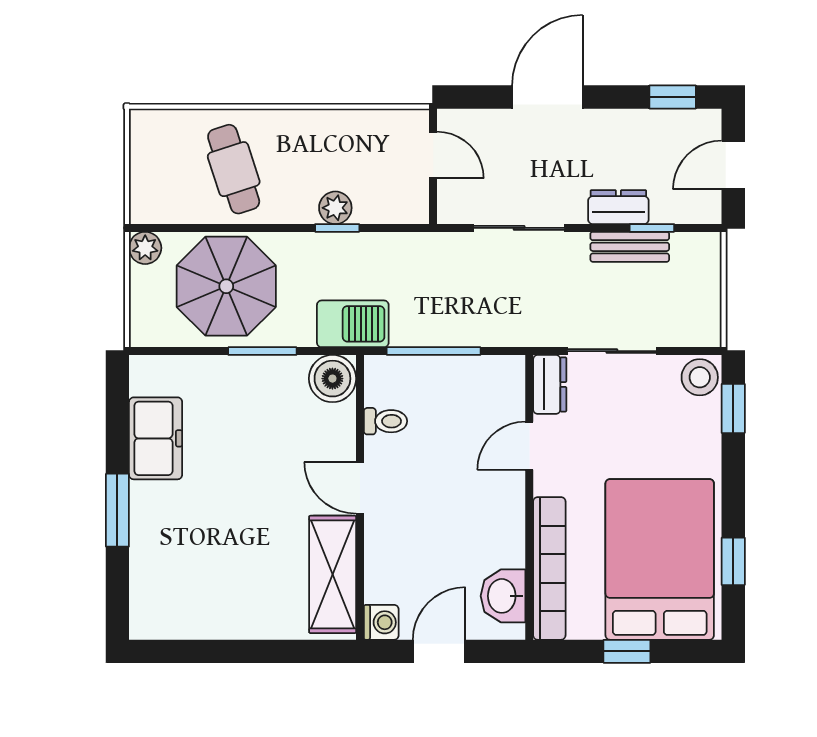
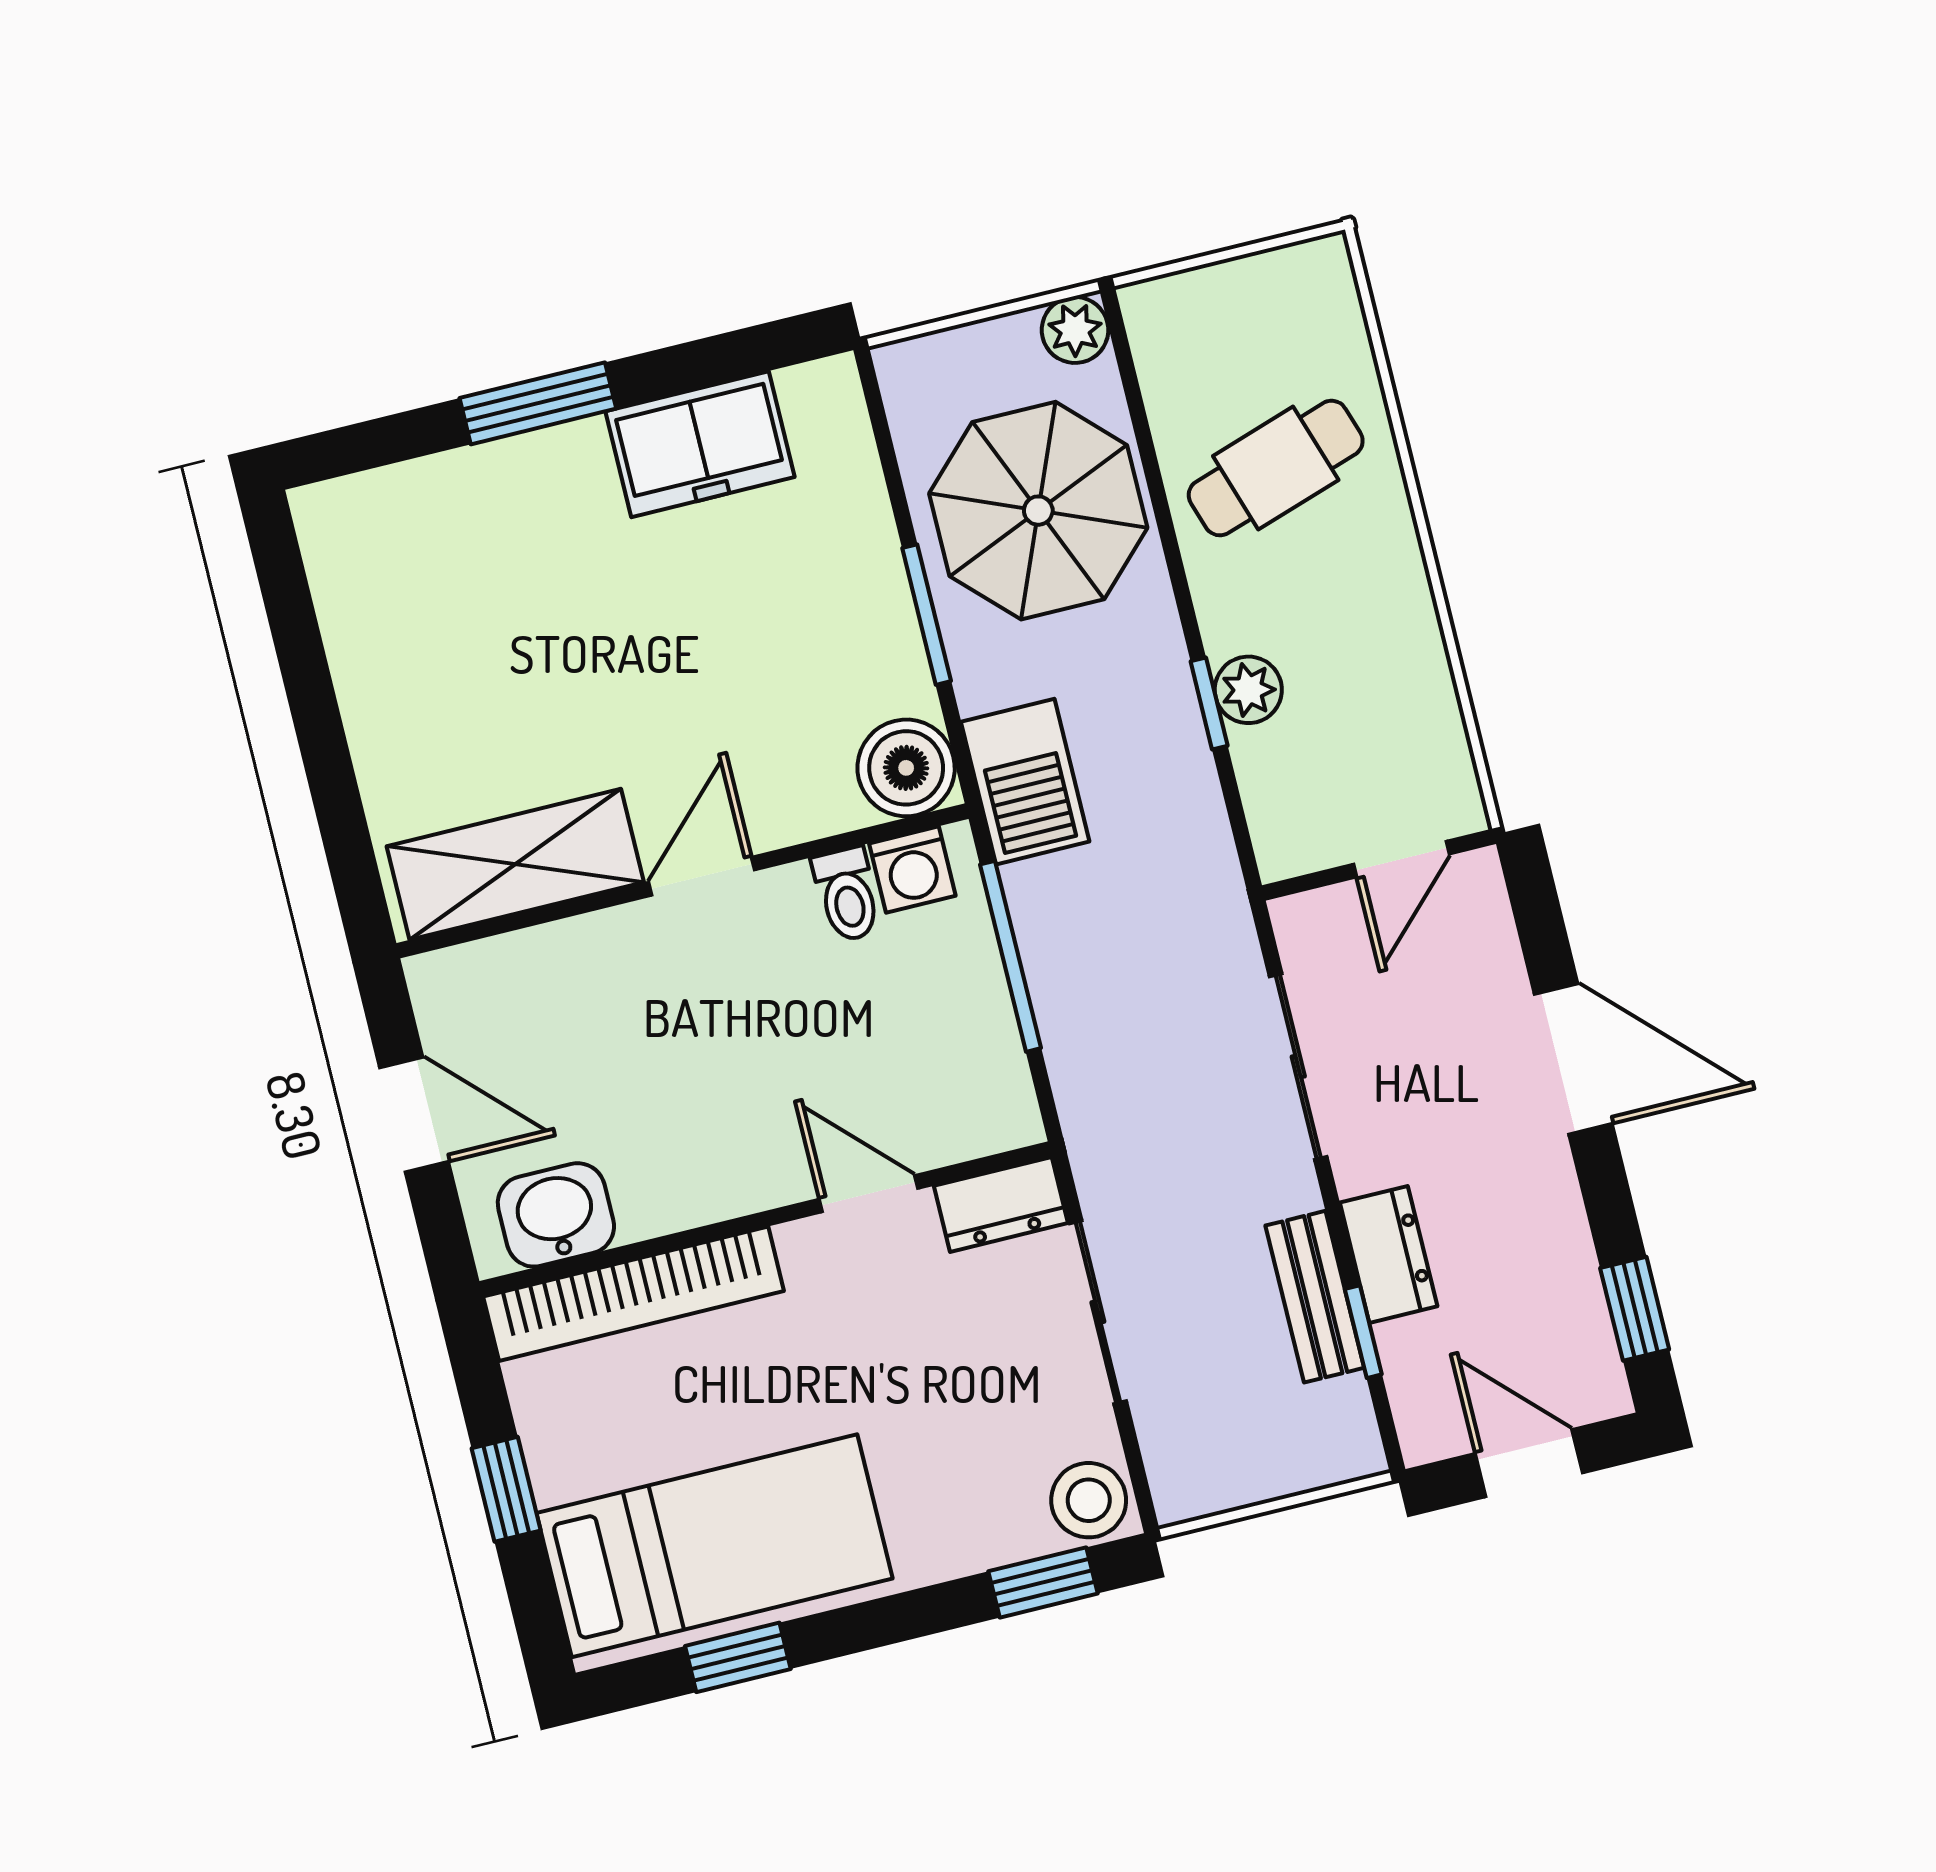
bed: (660, 559) -> (714, 1546), width x0.67
washing machine: (381, 622) -> (912, 870), moved

